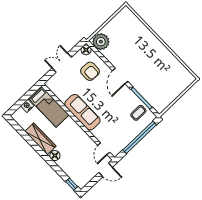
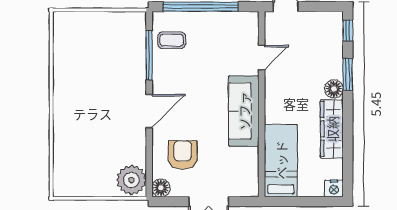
nightstand: (27, 106) -> (334, 188), moved
door: (104, 149) -> (262, 57), moved
window: (55, 167) -> (348, 74), added

